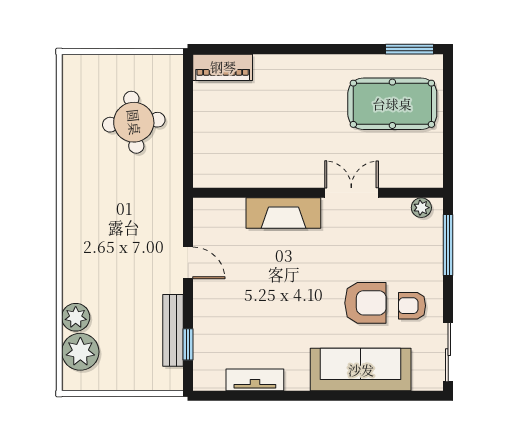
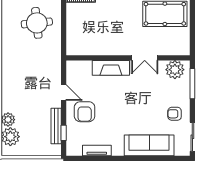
double door: (351, 193) -> (145, 58), swing flipped
plant: (421, 208) -> (175, 70), width x1.88, depth x1.88
armchair: (365, 303) -> (85, 112), moved, turned 90

